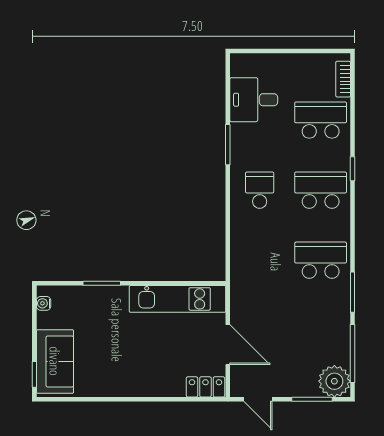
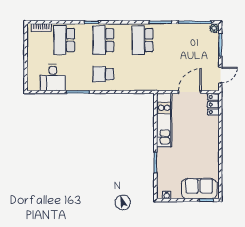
plant: (334, 381) -> (214, 28), width x0.53, depth x0.53

